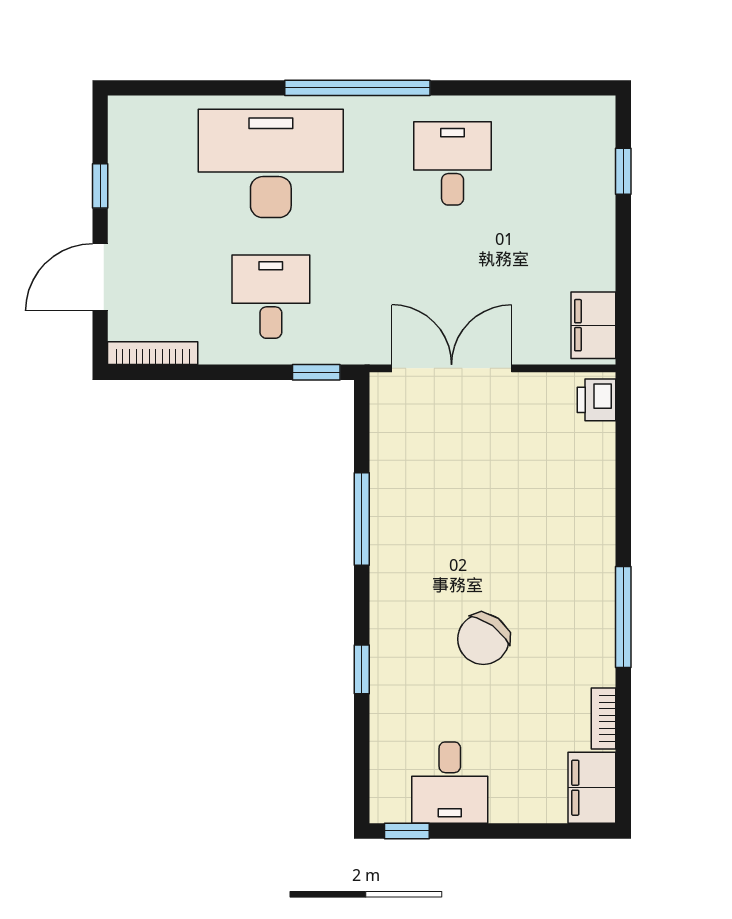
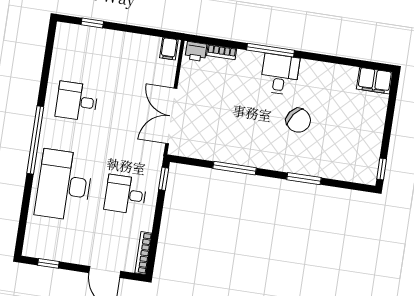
window: (100, 186) -> (48, 263), moved
filing cabinet: (593, 325) -> (169, 49), width x0.50
window: (623, 617) -> (270, 50), moved
window: (362, 669) -> (304, 179), width x1.50
bookcase: (603, 718) -> (222, 52), moved
desk: (450, 783) -> (280, 74), moved, turned -90

